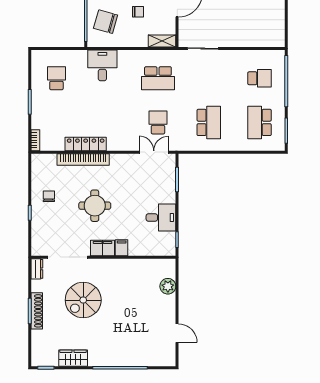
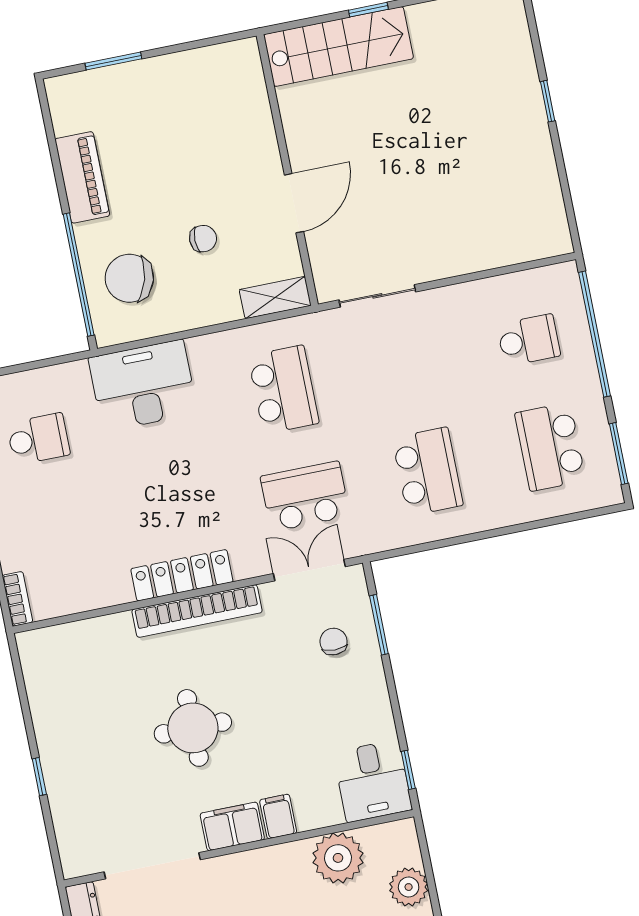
desk: (102, 65) -> (143, 386), width x1.37
school desk: (56, 78) -> (38, 439), turned 90
school desk: (158, 78) -> (284, 390), turned -90
school desk: (158, 122) -> (305, 496), width x1.85
locker: (86, 144) -> (182, 575), moved
bookcase: (83, 159) -> (197, 611), moved
chair: (49, 196) -> (333, 641), moved
desk: (161, 218) -> (373, 781), moved, turned 90
plant: (142, 269) -> (338, 858), added

